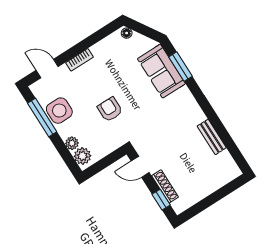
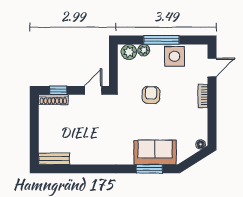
armchair: (110, 109) -> (151, 95), turned -90
window: (42, 118) -> (161, 40), moved
bench: (212, 137) -> (54, 159), moved
shoe rack: (165, 186) -> (53, 100), moved

